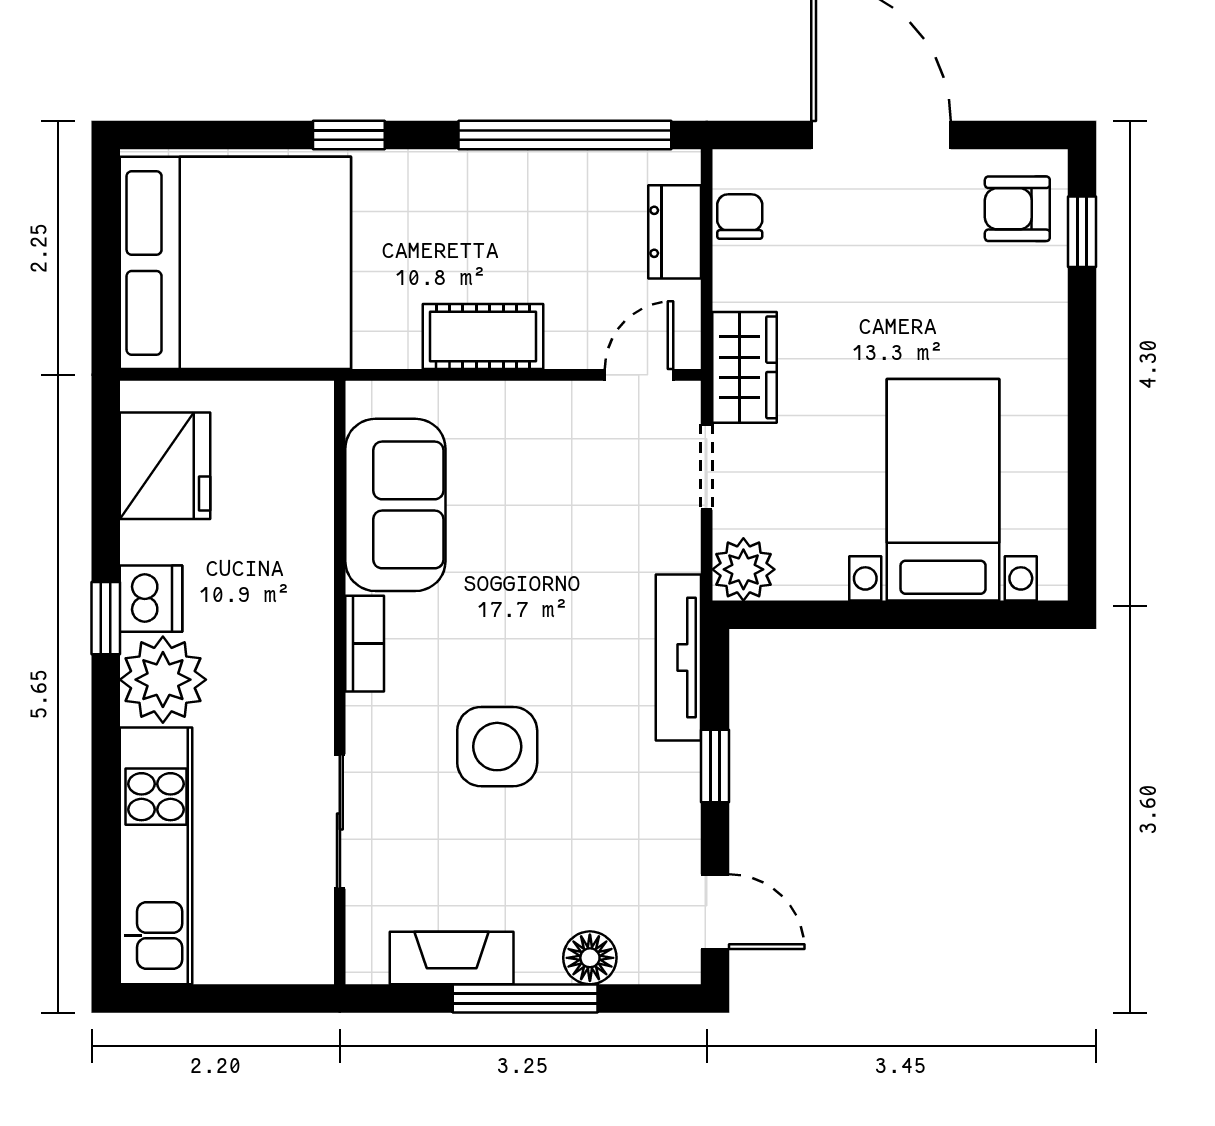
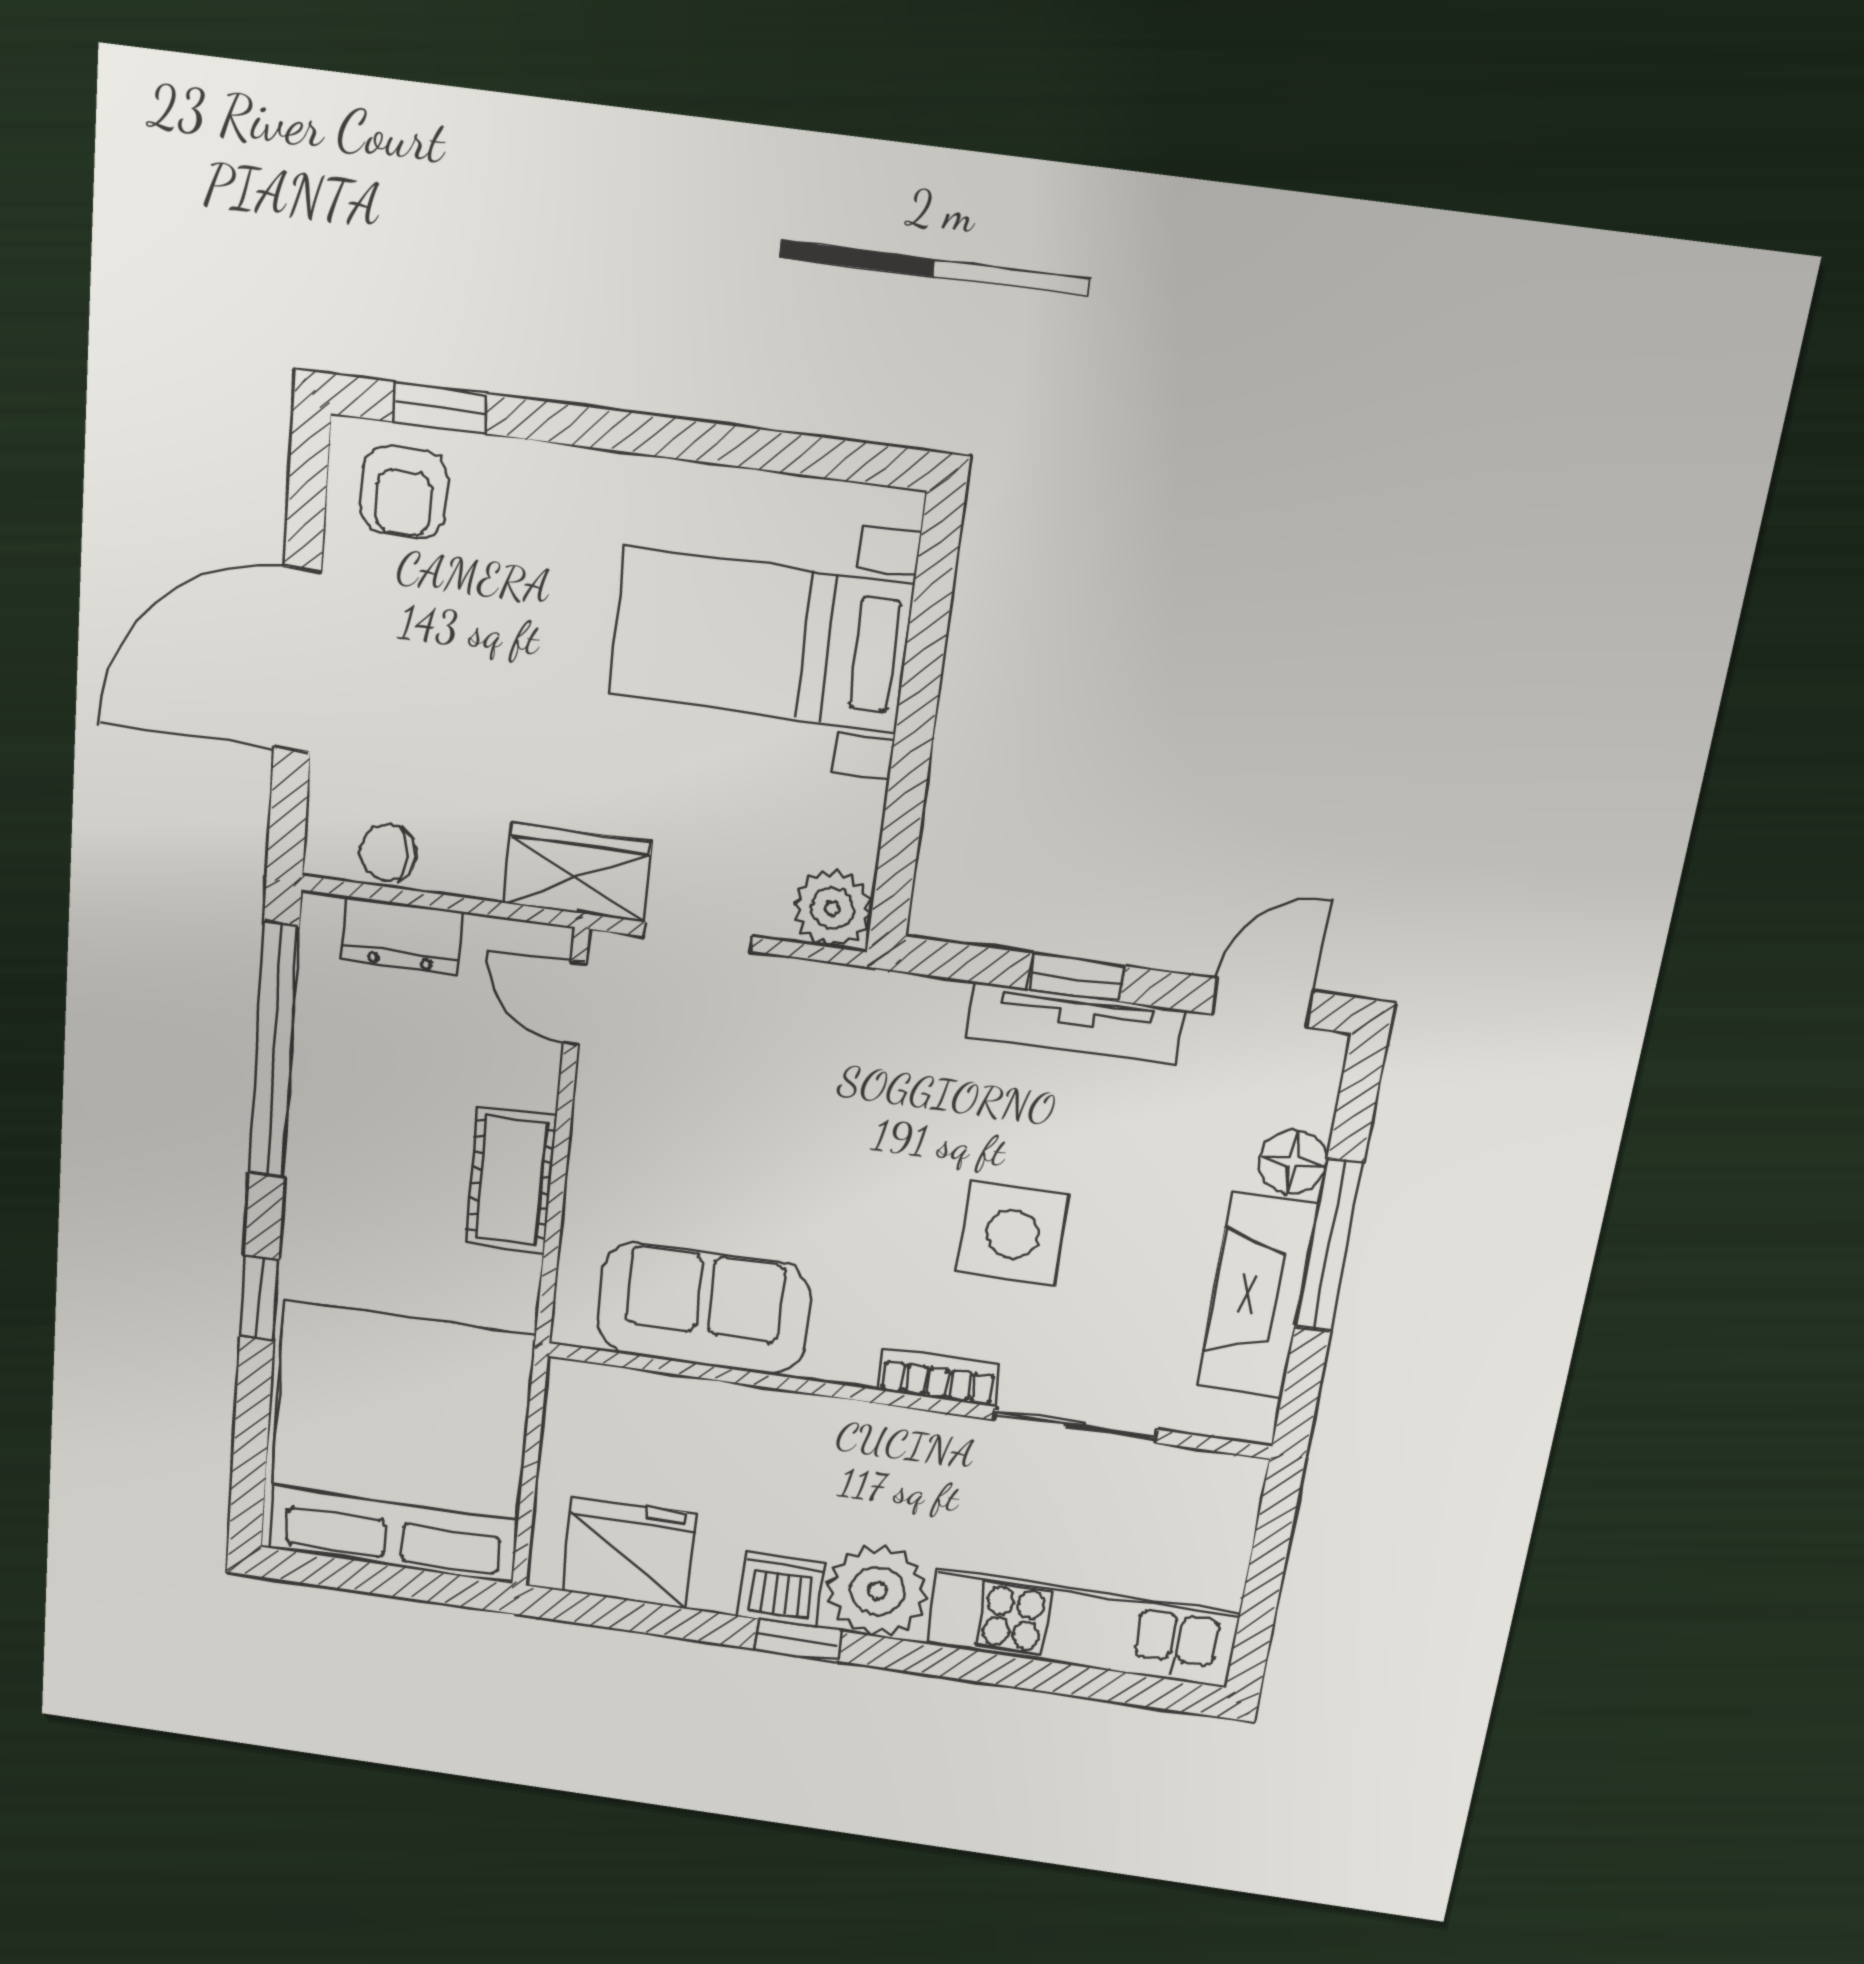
bookcase: (365, 644) -> (939, 1377), moved
tv unit: (678, 658) -> (1075, 1023), moved
fireplace: (452, 958) -> (1257, 1295), width x1.37, depth x1.32

